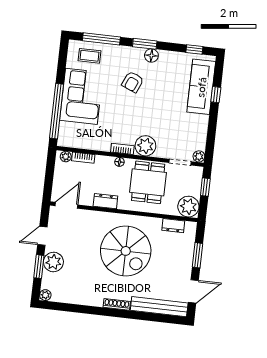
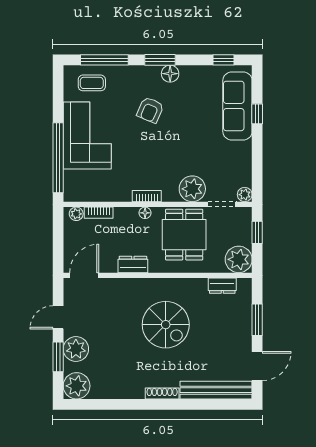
plant: (145, 146) -> (192, 189), moved
spiral stairs: (126, 251) -> (166, 325), width x0.73, depth x0.73
plant: (45, 295) -> (77, 386), width x1.88, depth x1.88

